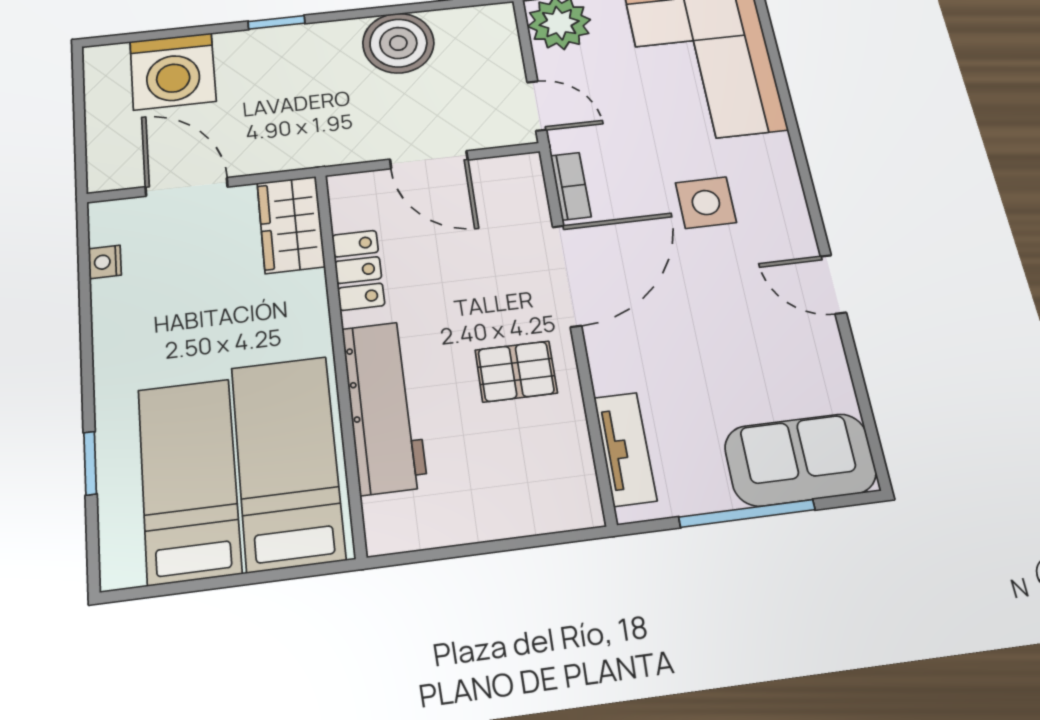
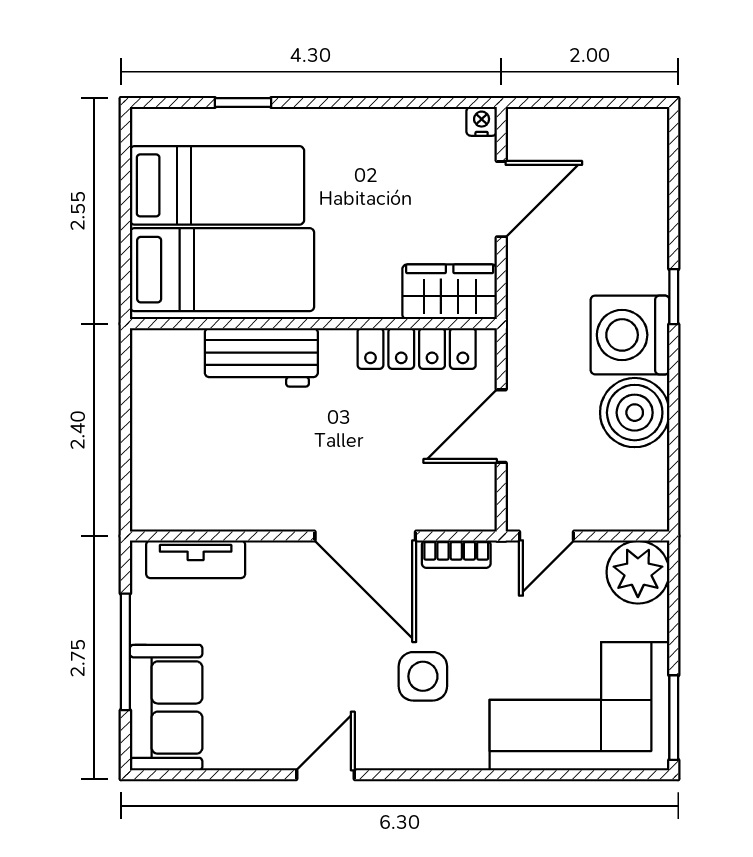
washing machine: (173, 71) -> (630, 335), moved
nightstand: (105, 262) -> (482, 121), moved
locker: (358, 270) -> (417, 348), width x1.53
pallet: (516, 371) -> (279, 476), removed
workbench: (384, 407) -> (261, 357), width x0.73

